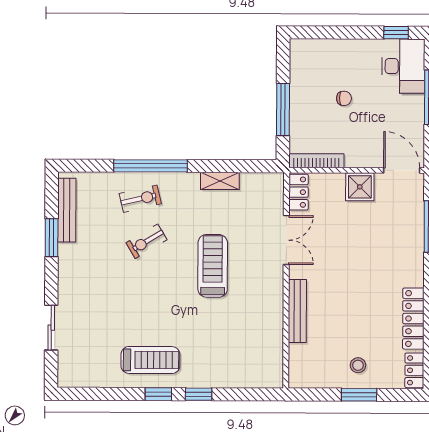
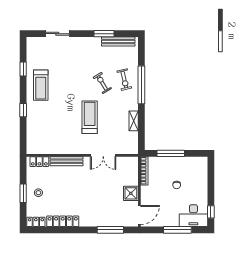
locker: (299, 192) -> (39, 162), moved
treadmill: (213, 266) -> (90, 117), turned -90
window: (158, 394) -> (23, 69), moved

